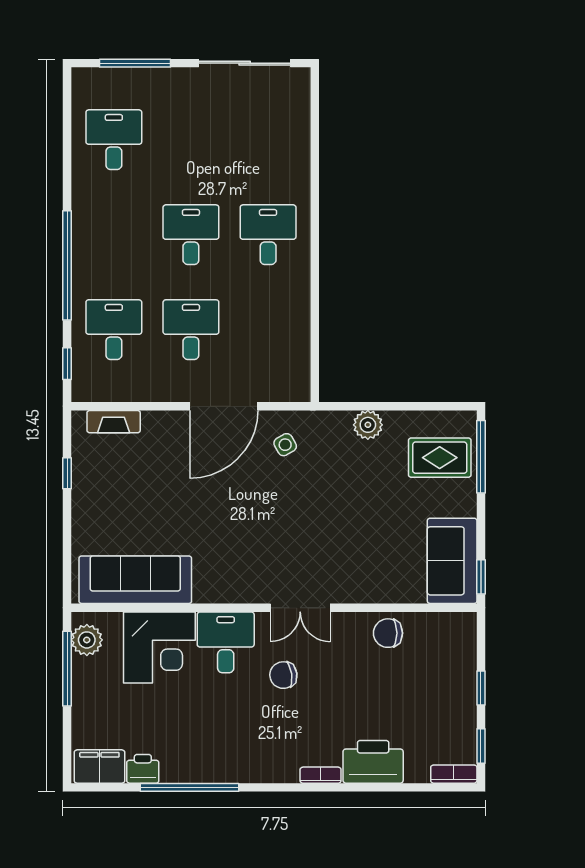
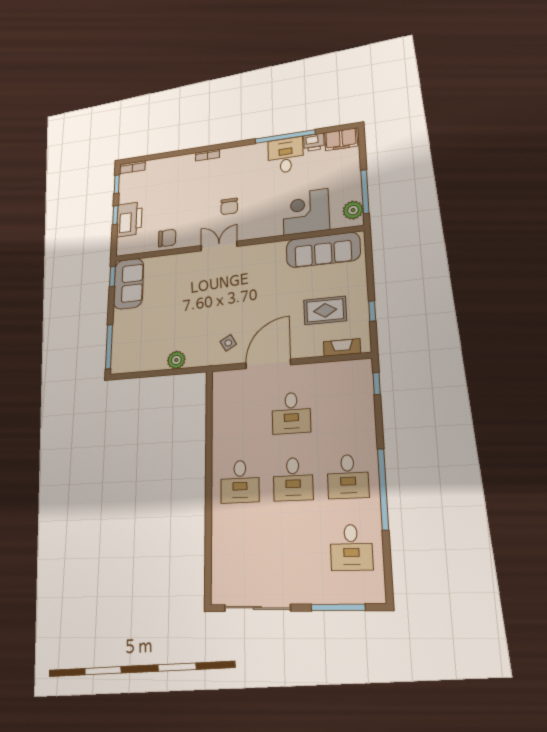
window: (67, 265) -> (383, 489), moved
desk: (114, 330) -> (348, 476), moved
rug: (440, 458) -> (325, 310), moved
desk: (226, 642) -> (286, 155), moved, turned 180
chair: (283, 675) -> (229, 206), turned 98
printer: (373, 762) -> (129, 219), moved, turned -90

